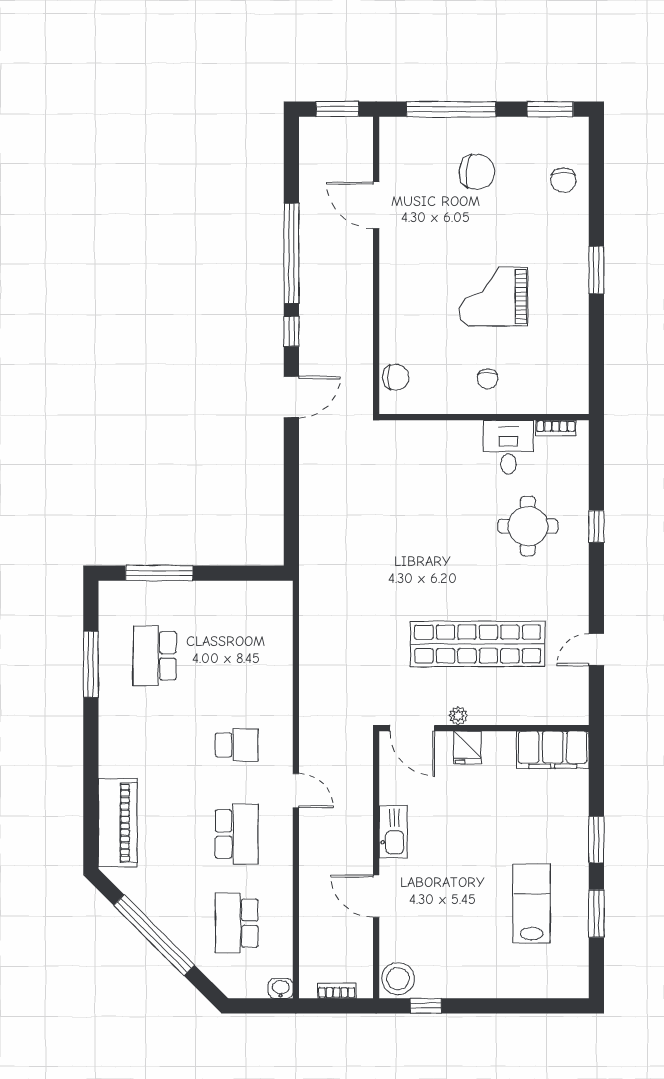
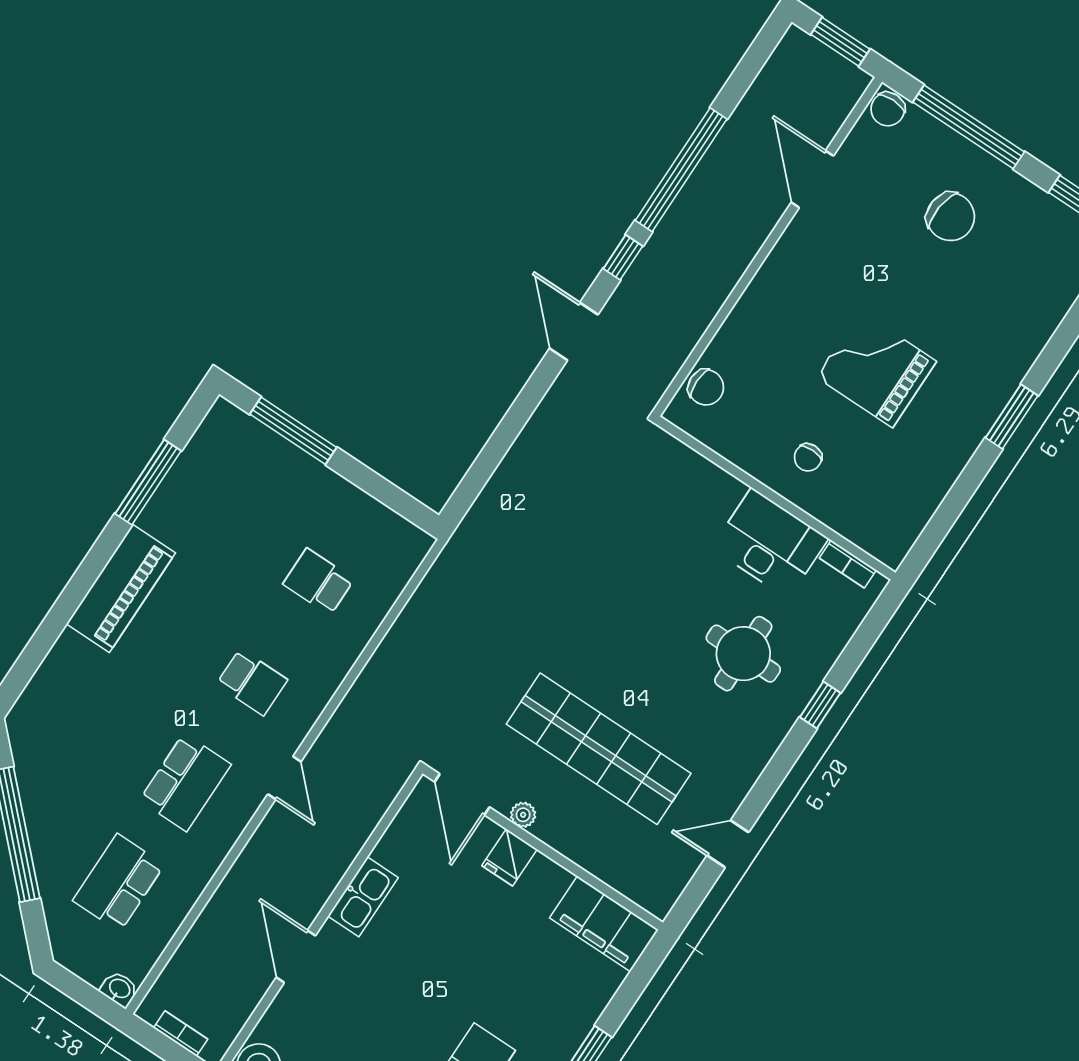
chair: (563, 180) -> (888, 109), moved
door: (291, 397) -> (574, 331), swing flipped
desk: (508, 447) -> (770, 543), width x1.37
school desk: (155, 656) -> (318, 582), moved, width x0.54
piano: (118, 823) -> (121, 588), moved

